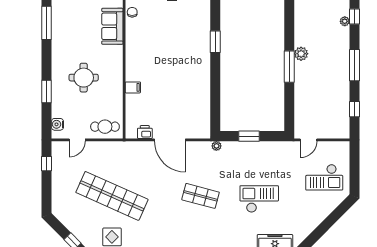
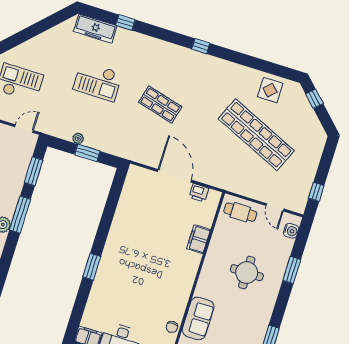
filing cabinet: (133, 87) -> (199, 239), width x2.00
window: (289, 107) -> (34, 171), added
door: (77, 140) -> (275, 207), swing flipped
plant: (216, 146) -> (78, 138), moved

